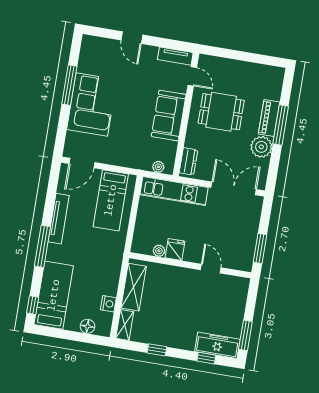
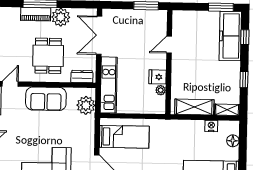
dining table: (221, 112) -> (48, 56), moved
plant: (158, 167) -> (86, 105), width x1.87, depth x1.87
freezer: (217, 345) -> (230, 36), width x1.36, depth x1.26

